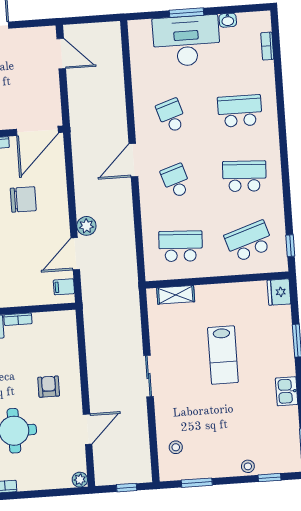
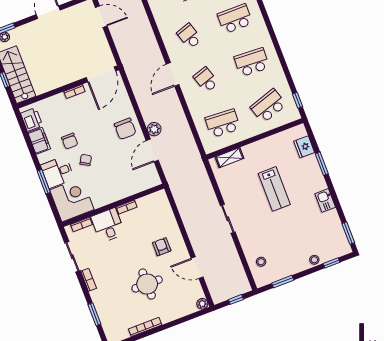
chair: (23, 199) -> (125, 129), moved, turned 90
filing cabinet: (64, 287) -> (151, 175), removed
fridge: (279, 292) -> (304, 147), moved
door: (88, 429) -> (197, 268), swing flipped

